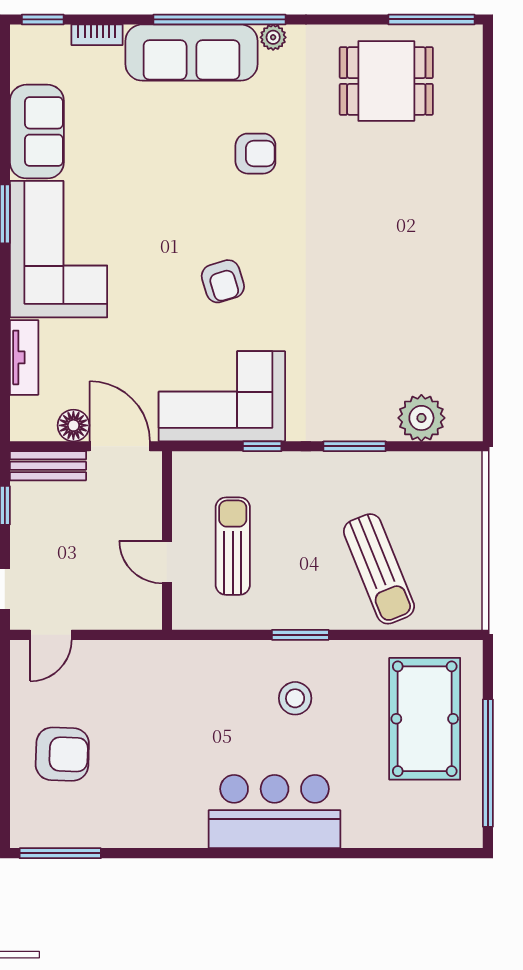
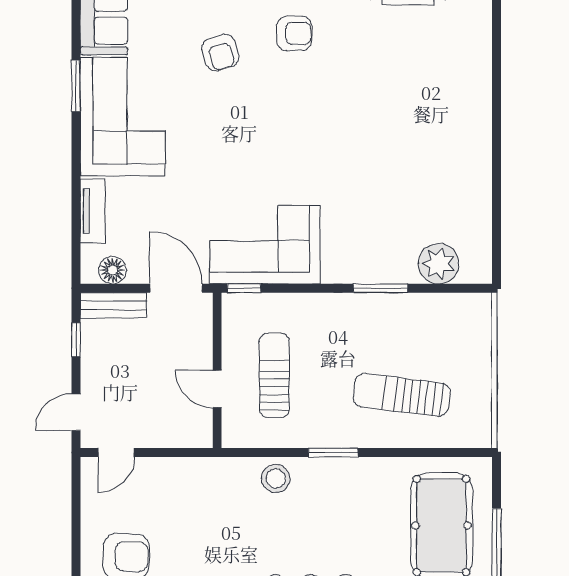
armchair: (223, 281) -> (220, 53), moved
floor lamp: (73, 425) -> (113, 270), moved
window: (262, 446) -> (244, 288), moved
sun lounger: (379, 569) -> (402, 395), turned 119
stool: (295, 698) -> (276, 478), moved

